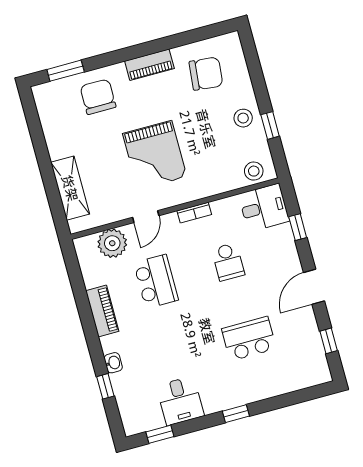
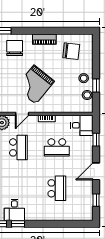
grand piano: (155, 155) -> (35, 85), turned 39
stool: (254, 171) -> (87, 95), moved
school desk: (228, 262) -> (57, 147), width x1.85
school desk: (249, 339) -> (57, 188), turned 90
window: (236, 414) -> (18, 224), moved

